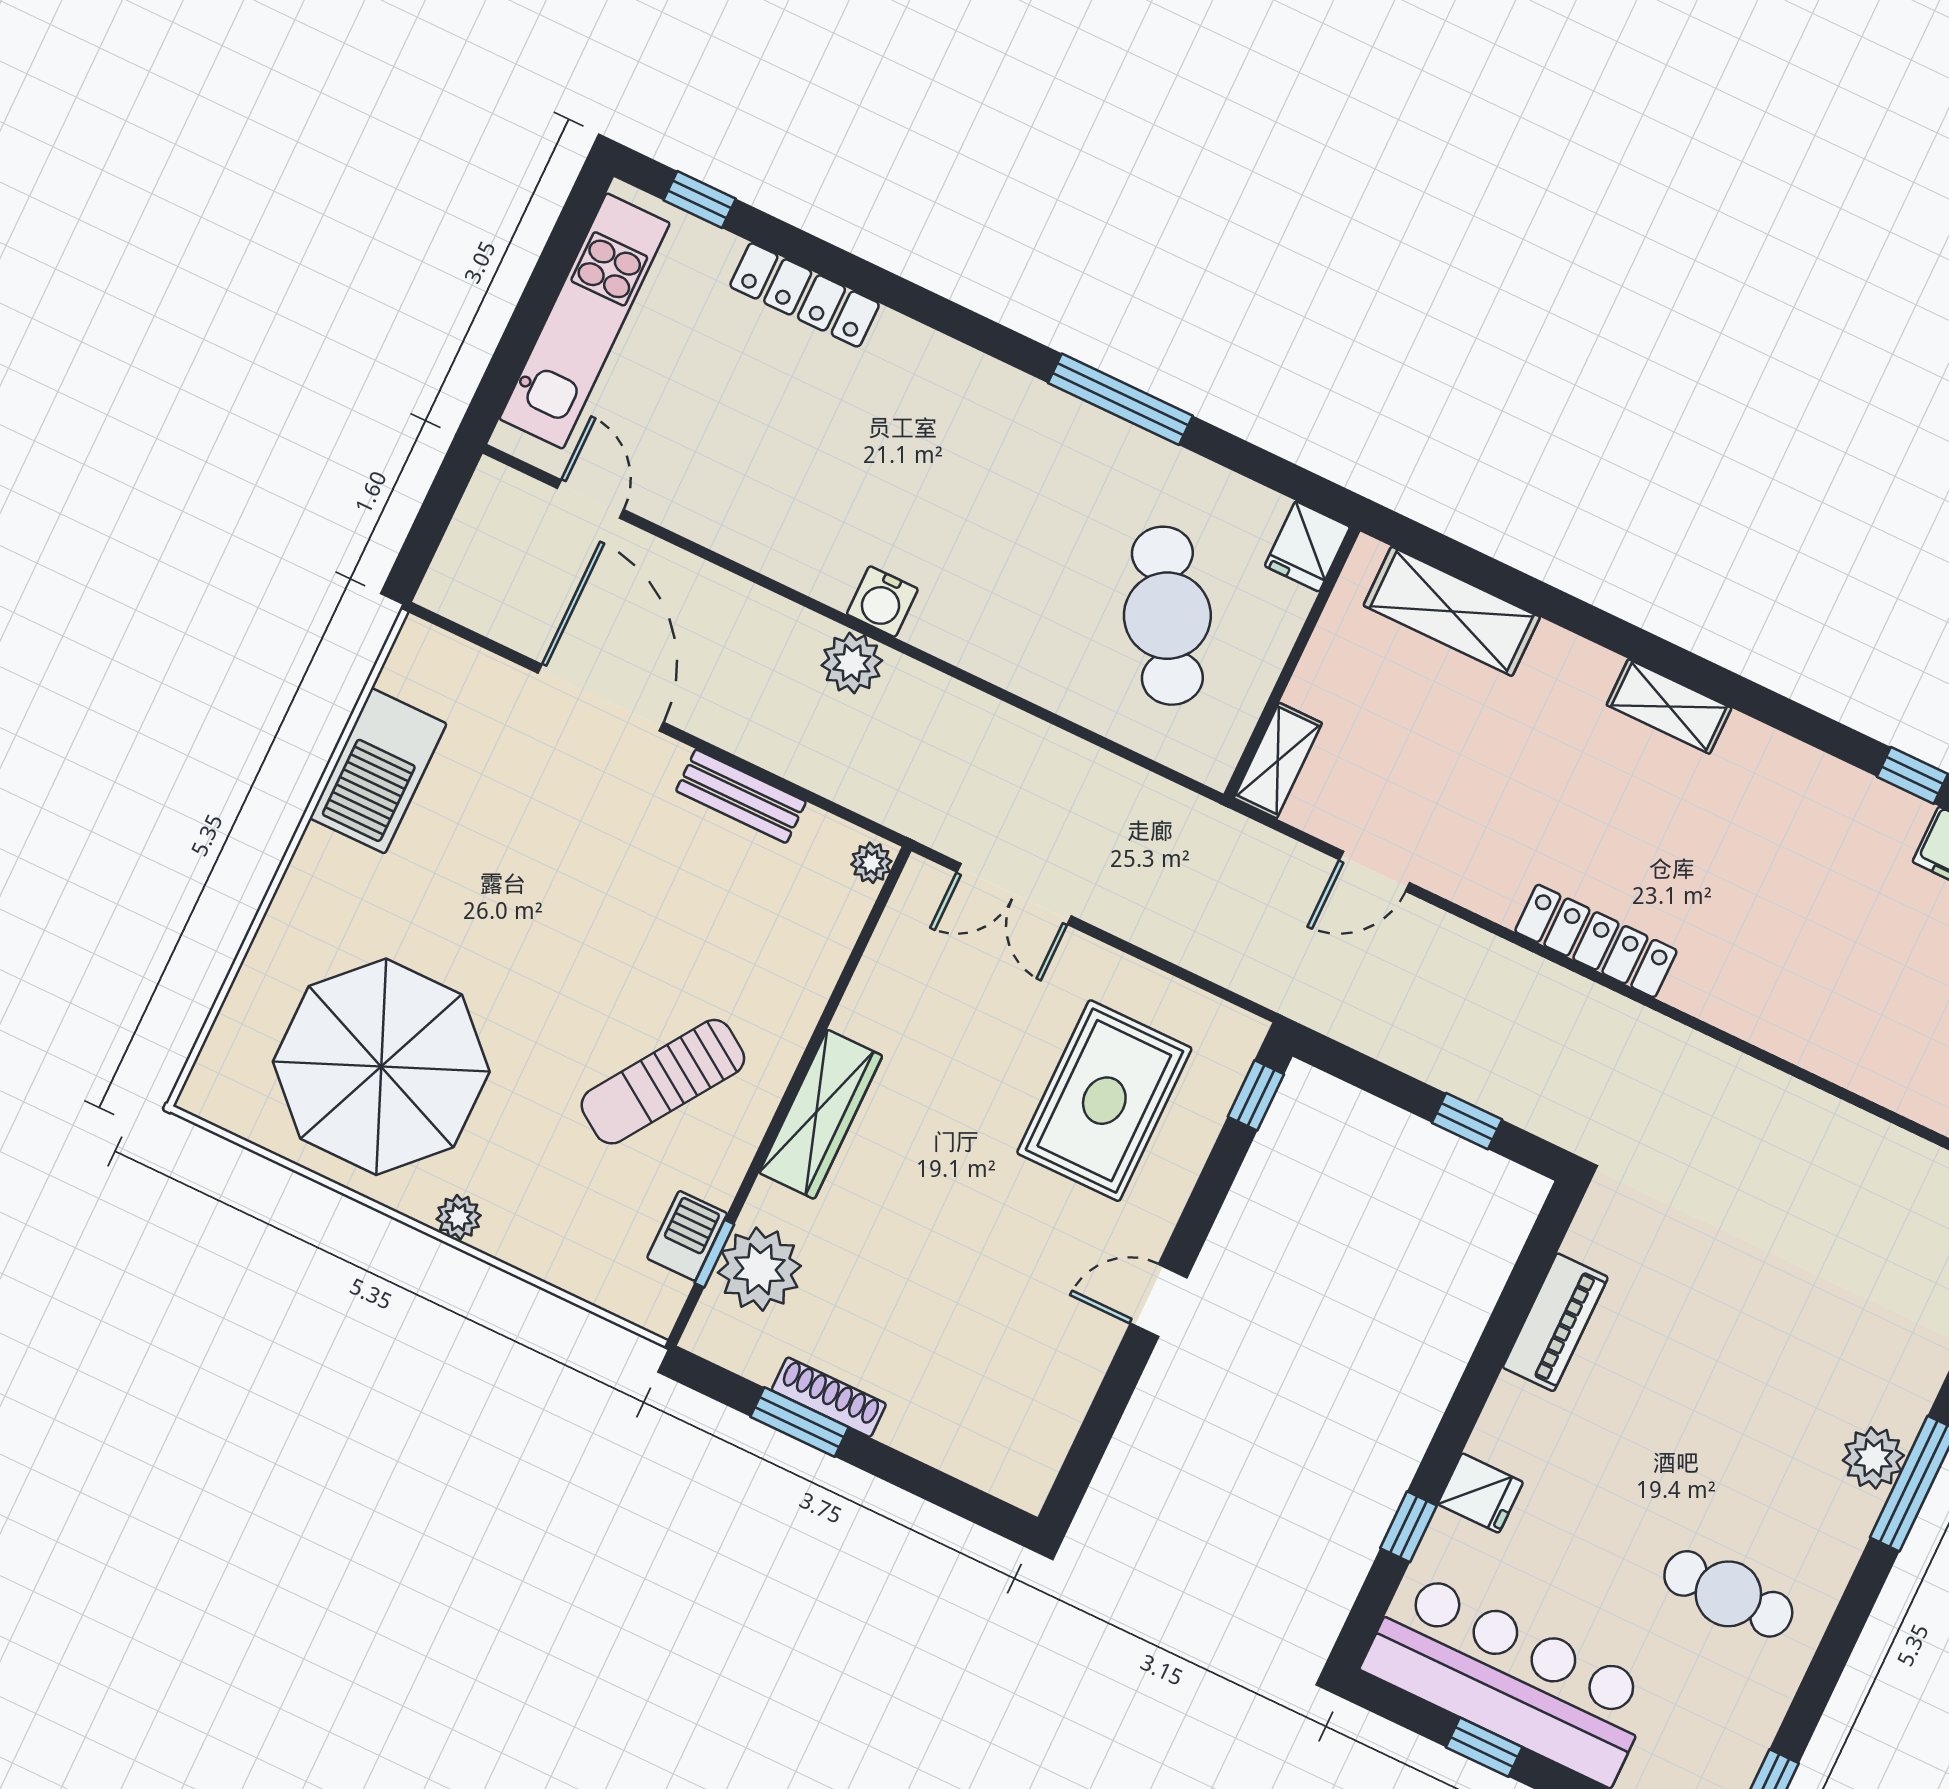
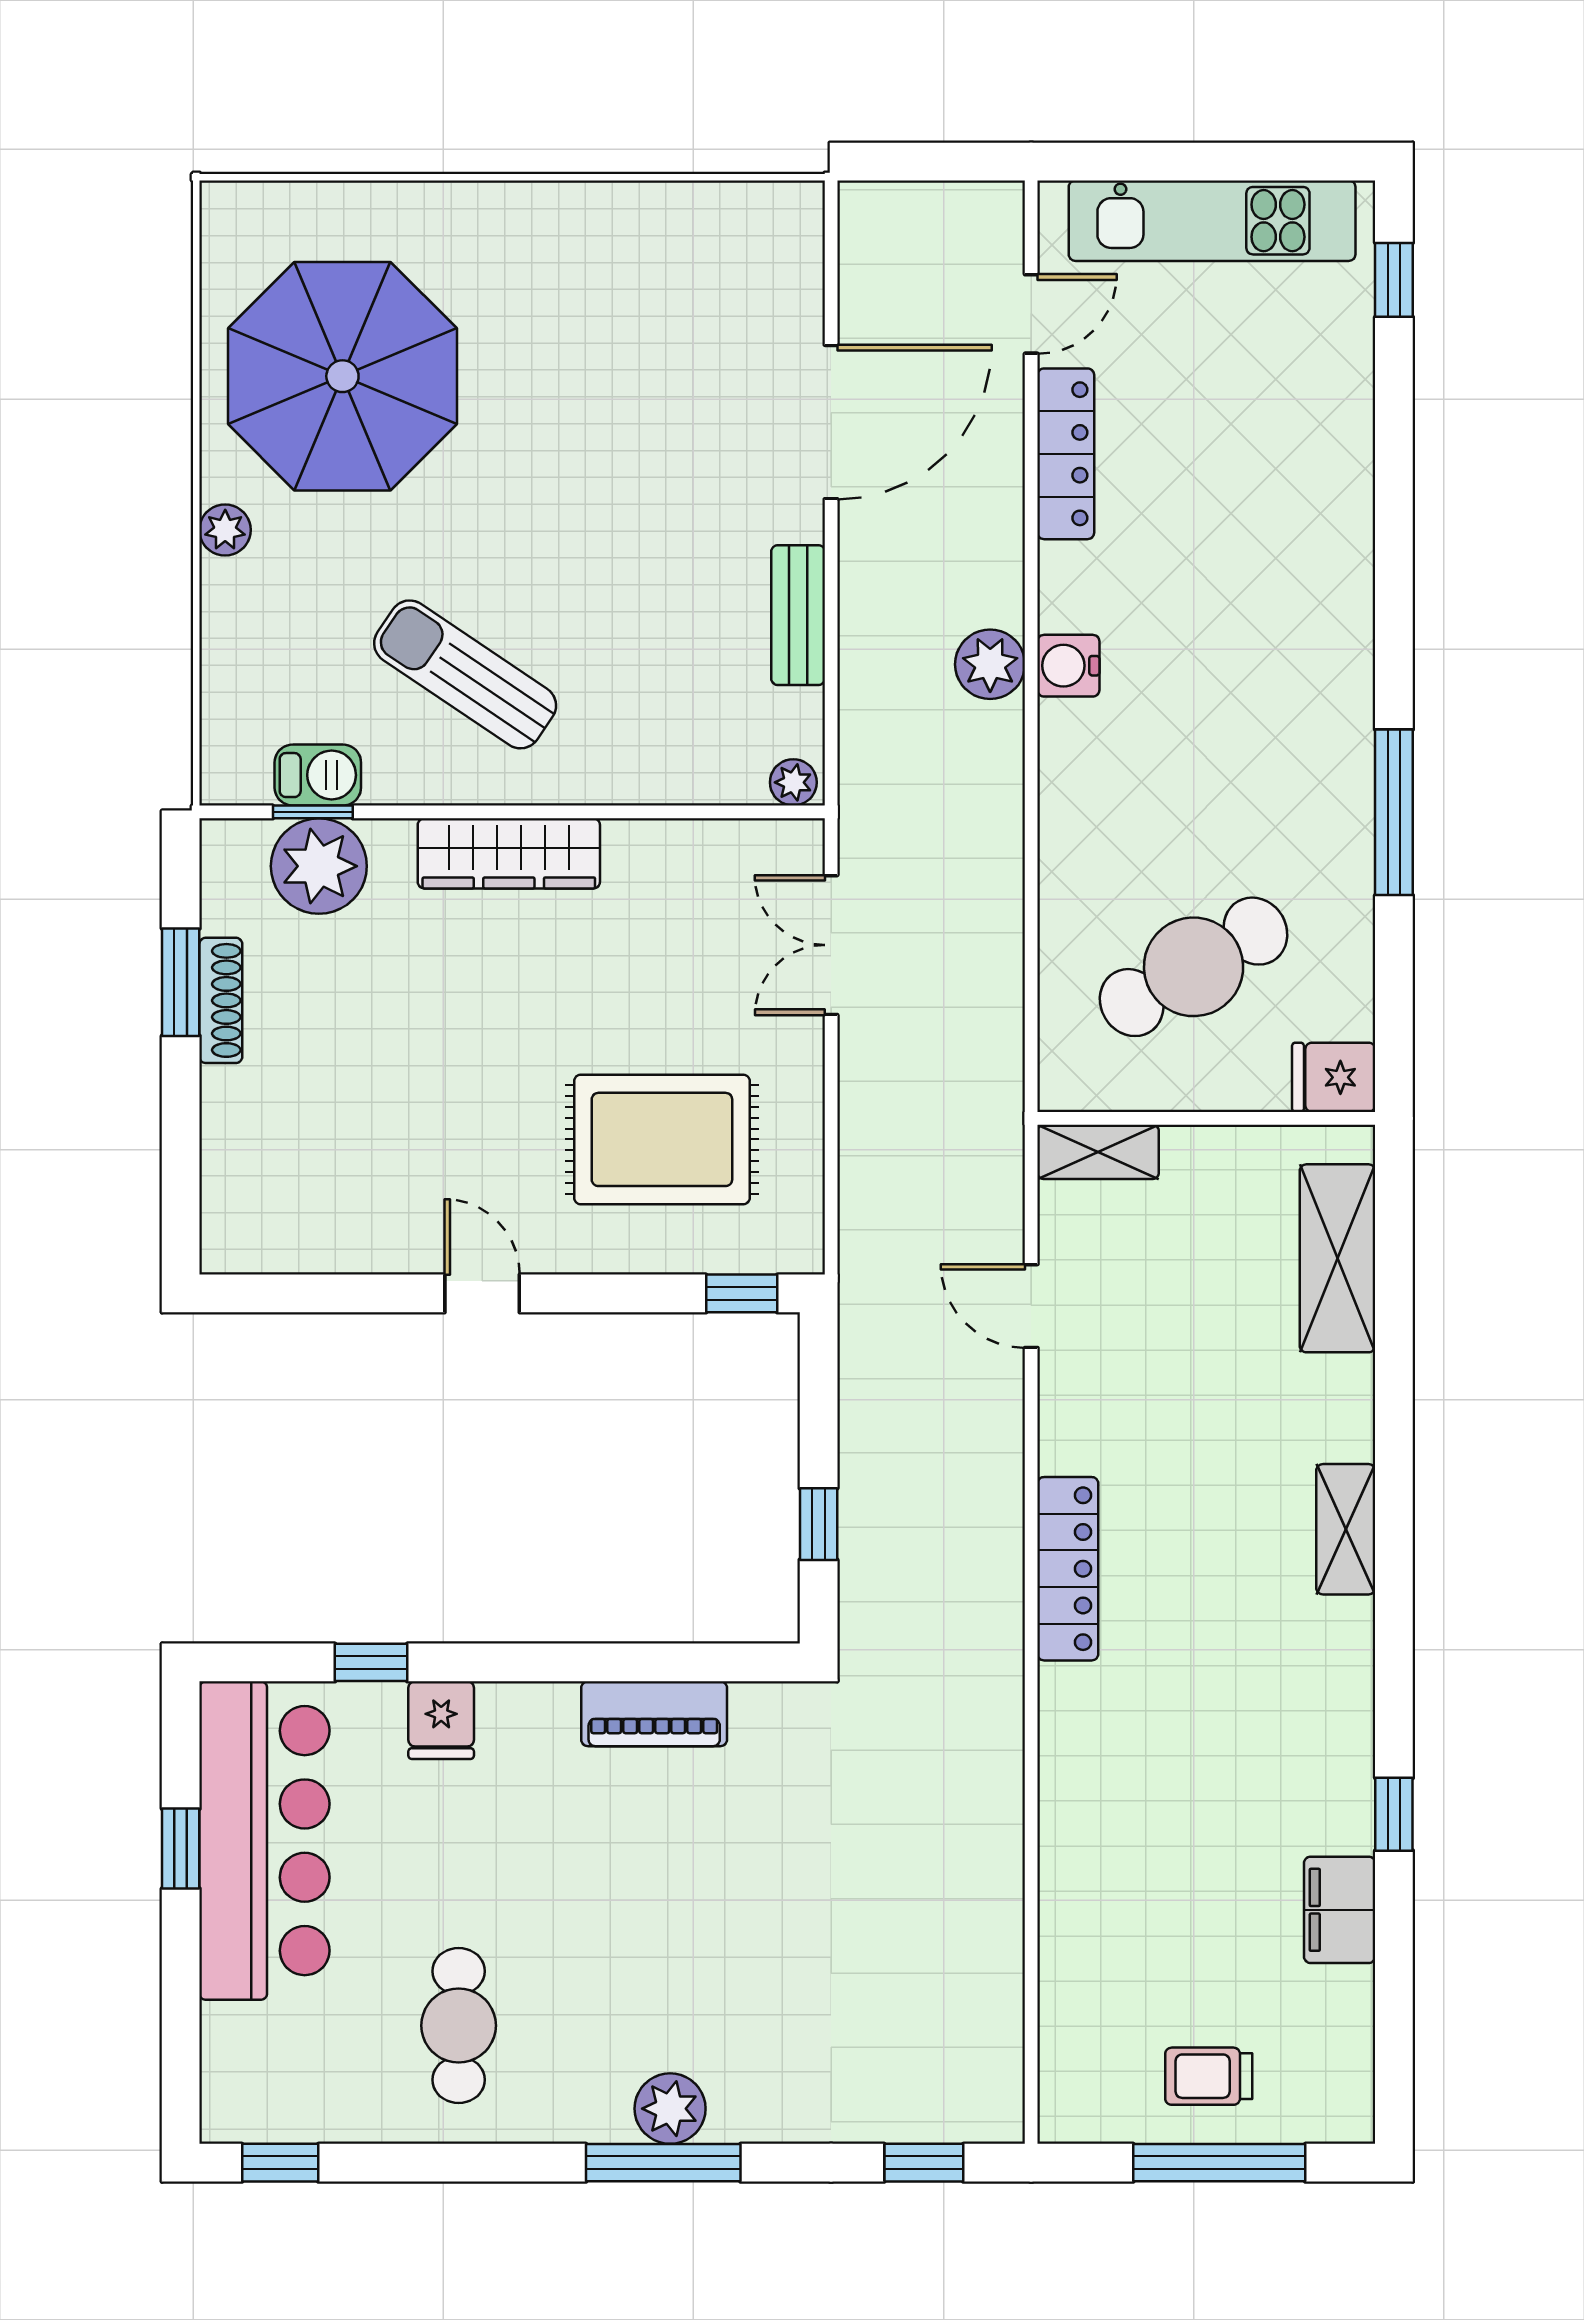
locker: (805, 295) -> (1066, 454), moved, turned 180
barbecue: (378, 771) -> (646, 228), removed

